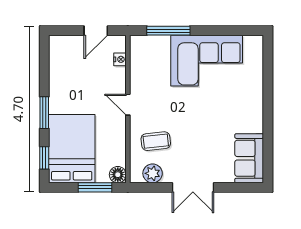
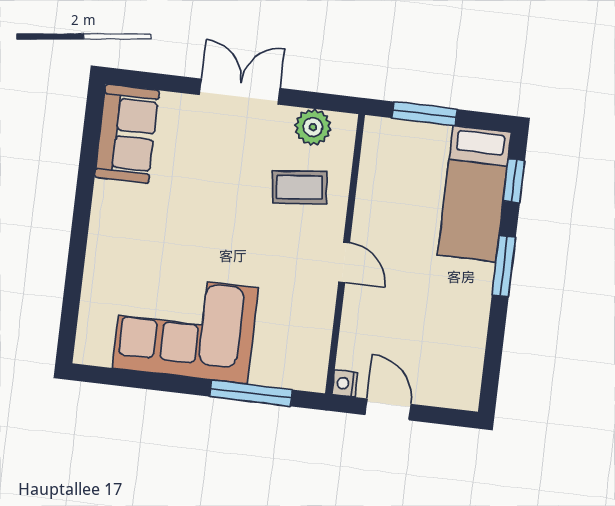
door: (96, 31) -> (388, 409), hinge flipped
nightstand: (120, 59) -> (345, 383), moved
bed: (72, 149) -> (474, 194), width x0.67
floor lamp: (118, 175) -> (379, 133), removed

